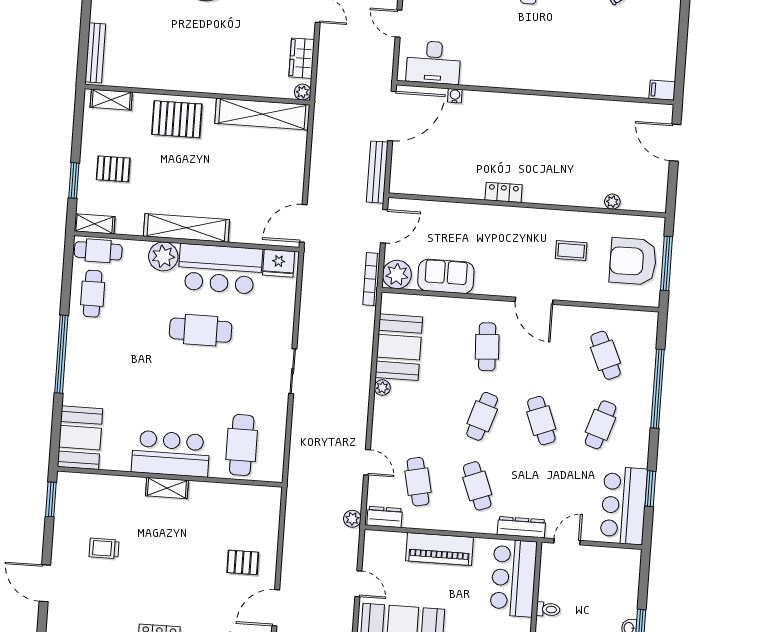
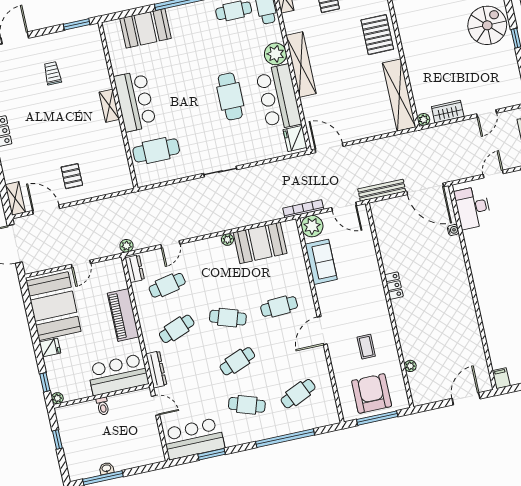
booth: (80, 438) -> (145, 28), moved

